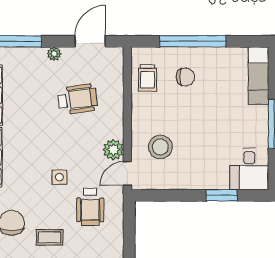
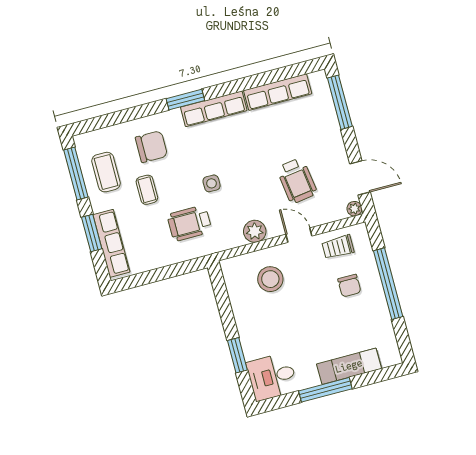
plant: (54, 54) -> (354, 209), moved
exam couch: (258, 76) -> (349, 366), moved
door: (127, 174) -> (299, 235), moved

